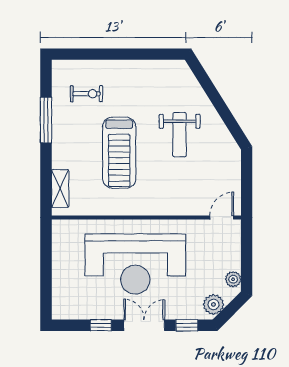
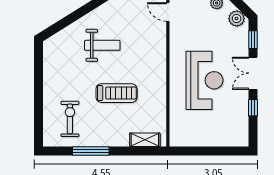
exercise bike: (87, 94) -> (70, 119), width x1.38, depth x1.39
treadmill: (119, 153) -> (117, 93), width x0.73, depth x0.73
reception desk: (135, 264) -> (205, 80), width x0.74, depth x0.77

